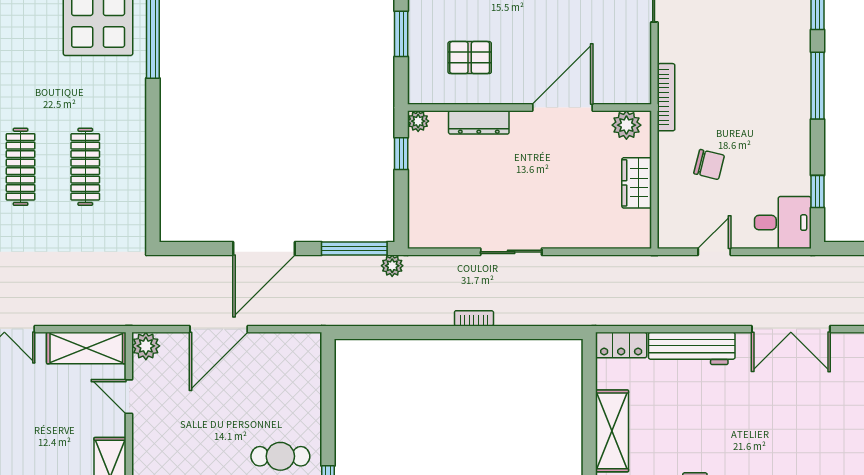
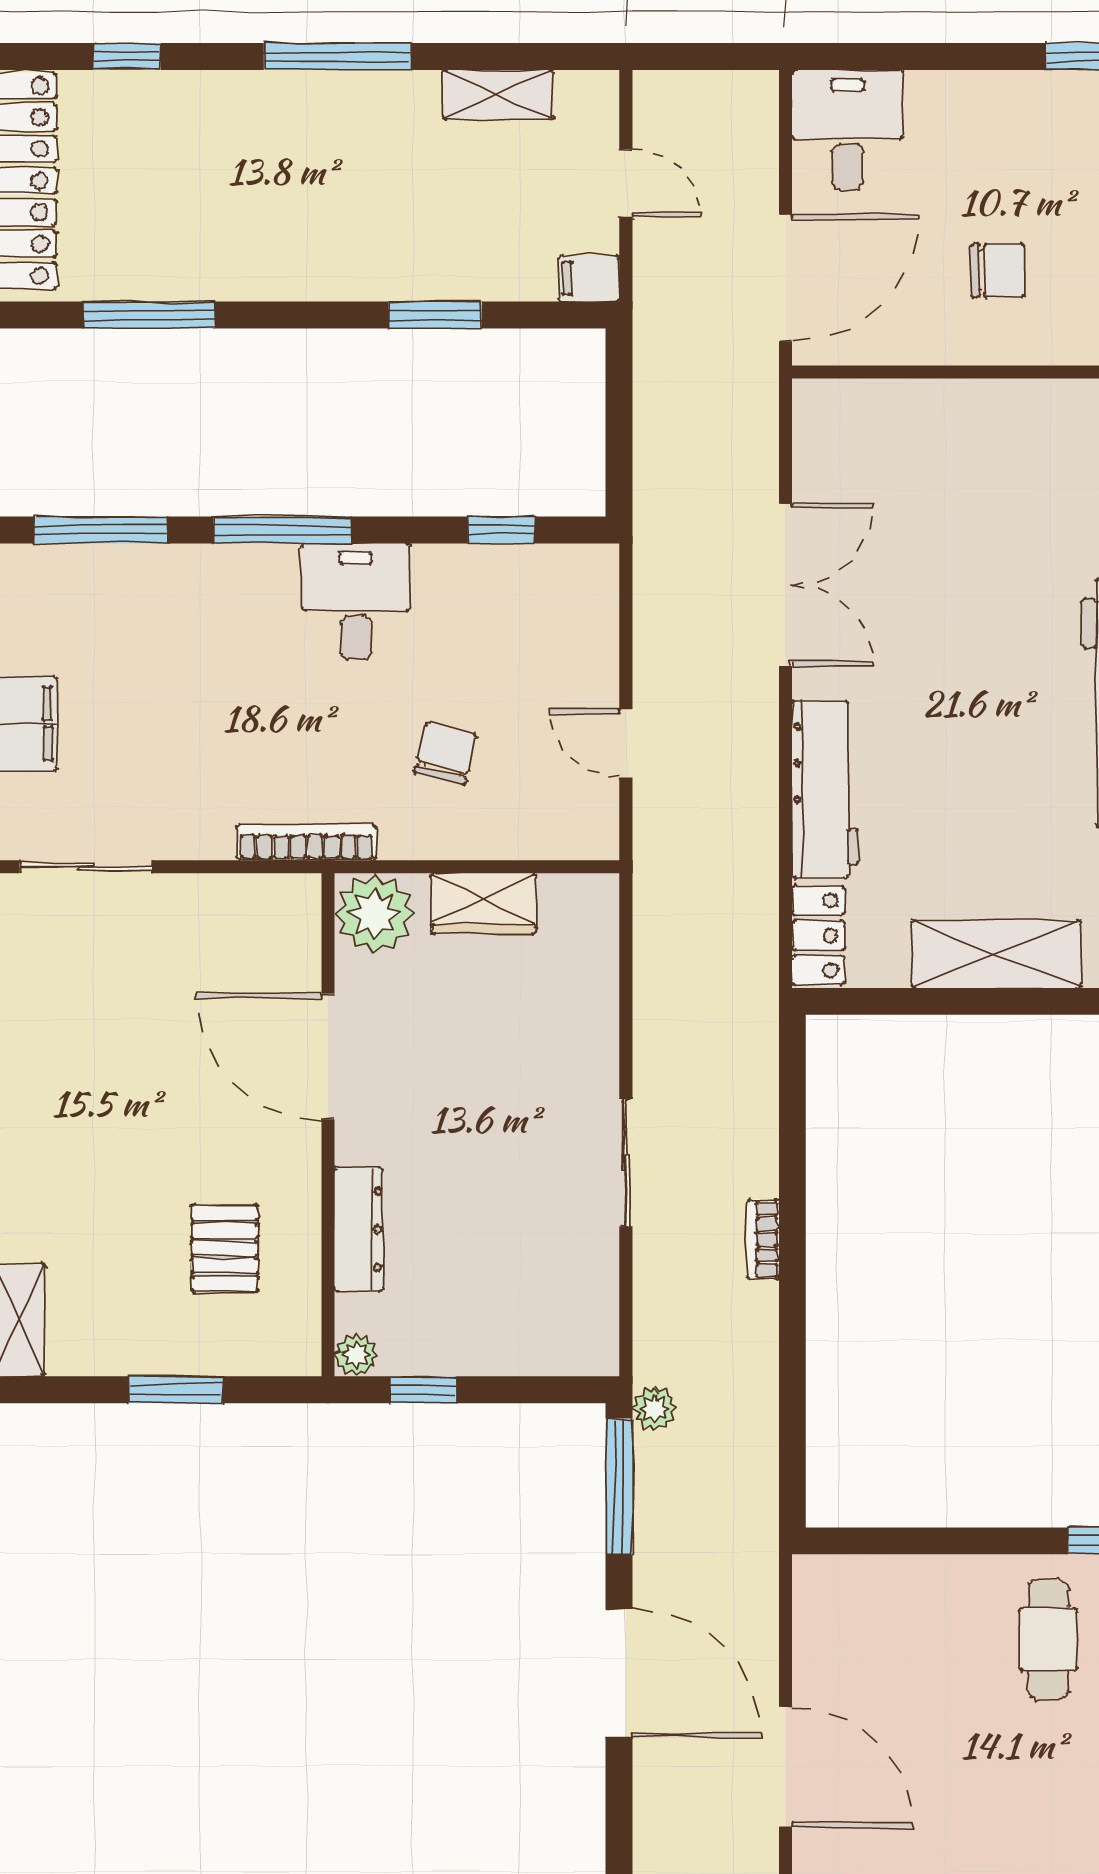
plant: (626, 125) -> (375, 914), width x1.36, depth x1.36
desk: (783, 223) -> (356, 602), moved

